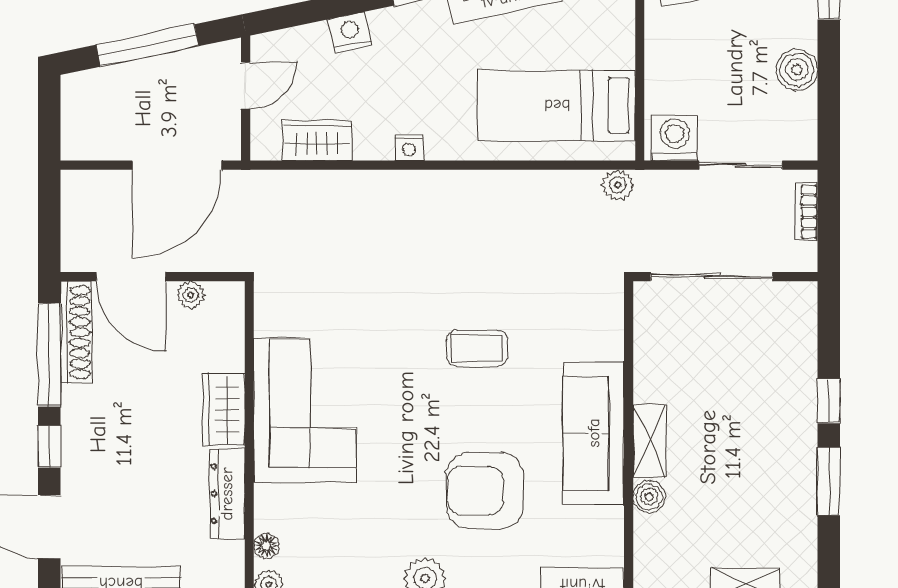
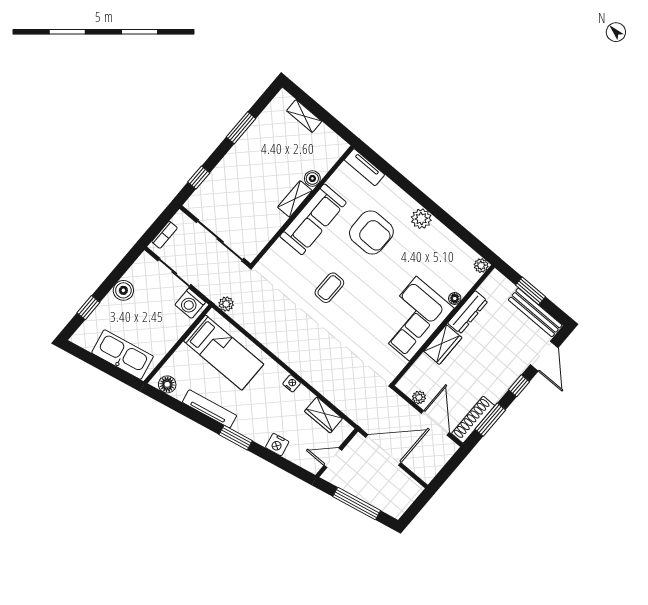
coffee table: (477, 348) -> (329, 288), turned 90
window: (49, 355) -> (490, 420), width x0.69
window: (829, 401) -> (199, 178), moved
floor lamp: (266, 546) -> (455, 298), moved

